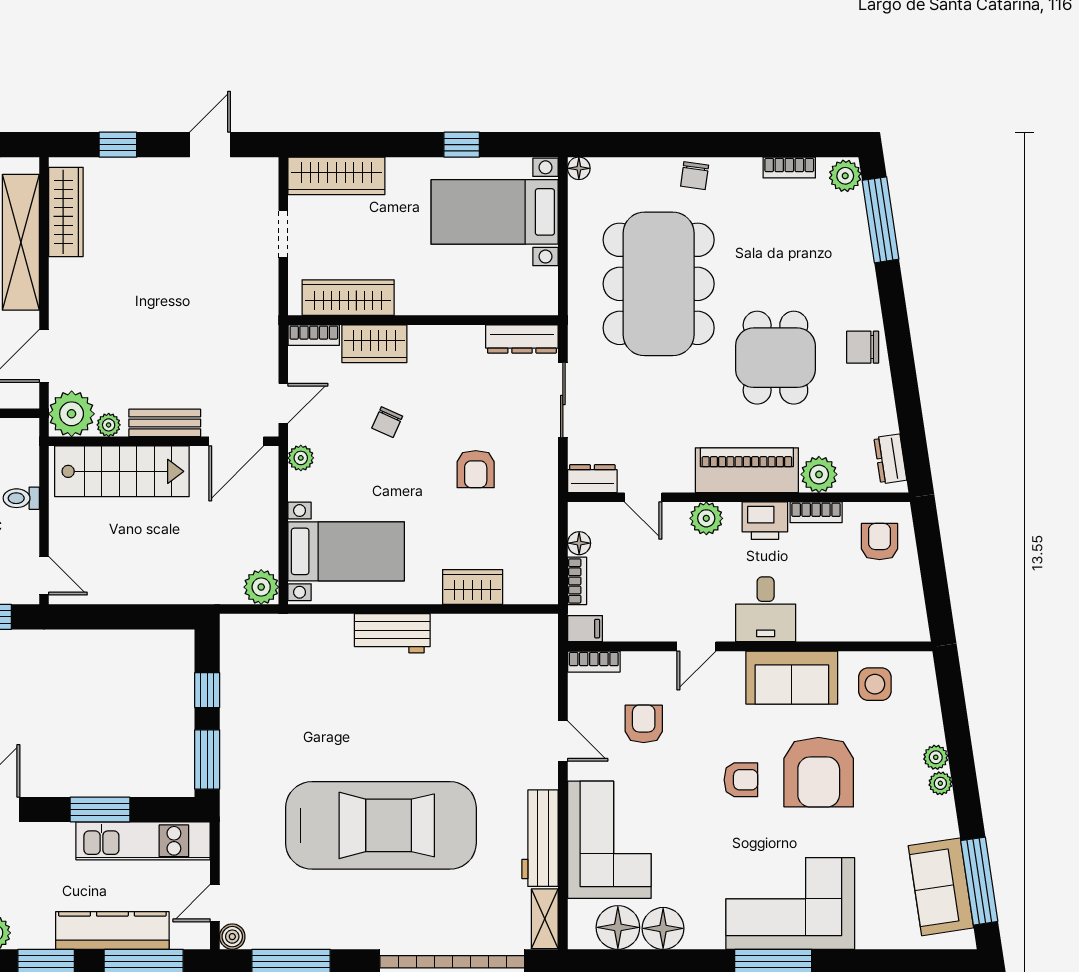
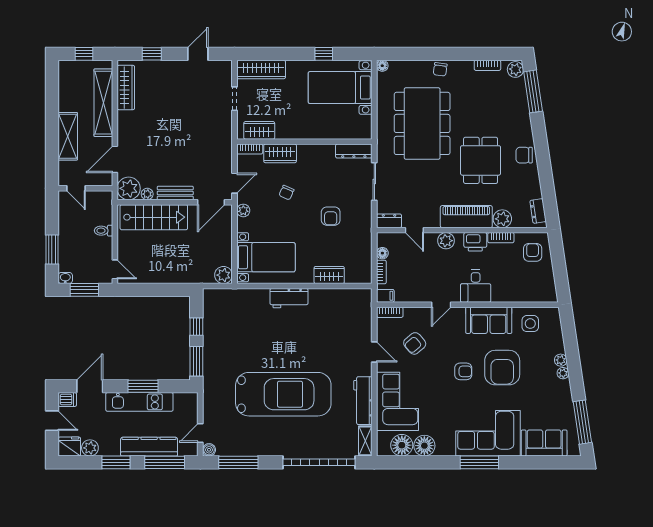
wardrobe: (348, 298) -> (259, 130), width x0.67
armchair: (644, 724) -> (415, 343), turned -131
kitchen unit: (143, 841) -> (139, 402), moved
sofa: (941, 887) -> (544, 443), moved, turned 98

